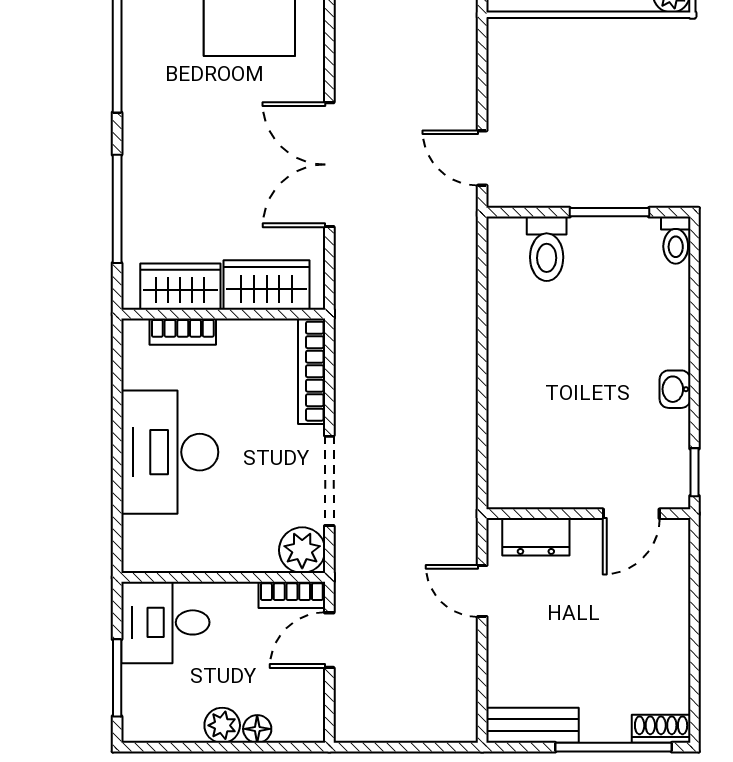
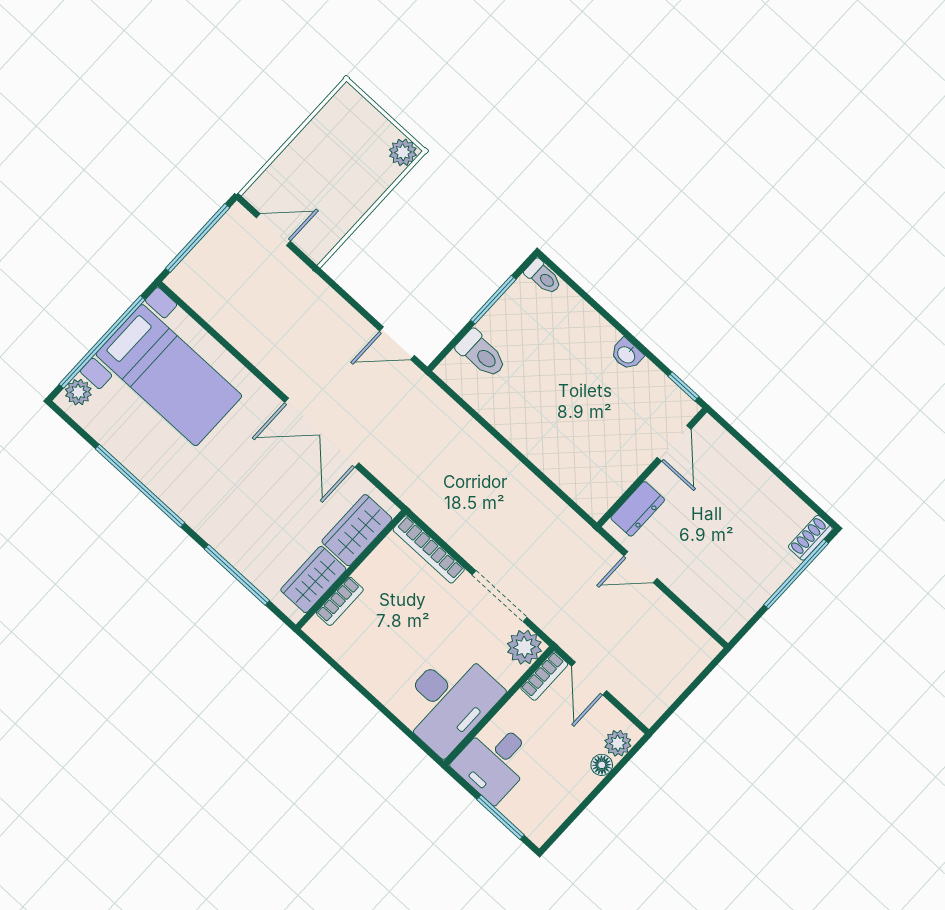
desk: (170, 452) -> (448, 701), moved, turned -90
plant: (222, 725) -> (618, 743), moved
bench: (533, 725) -> (742, 608), removed

